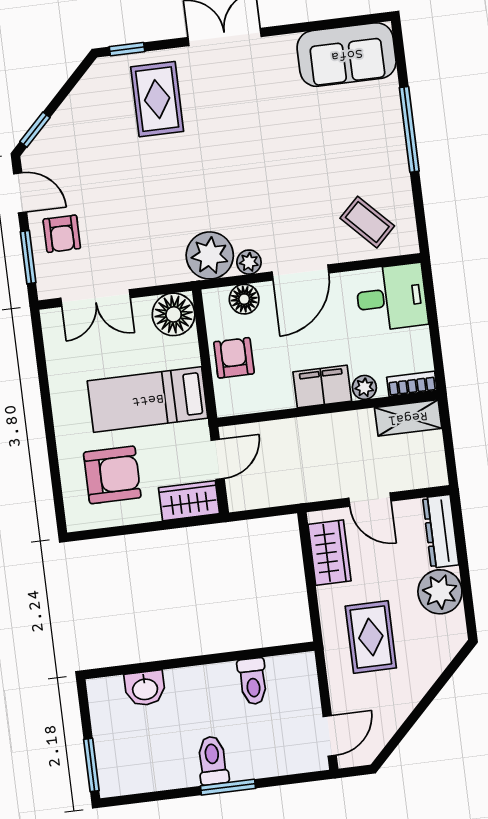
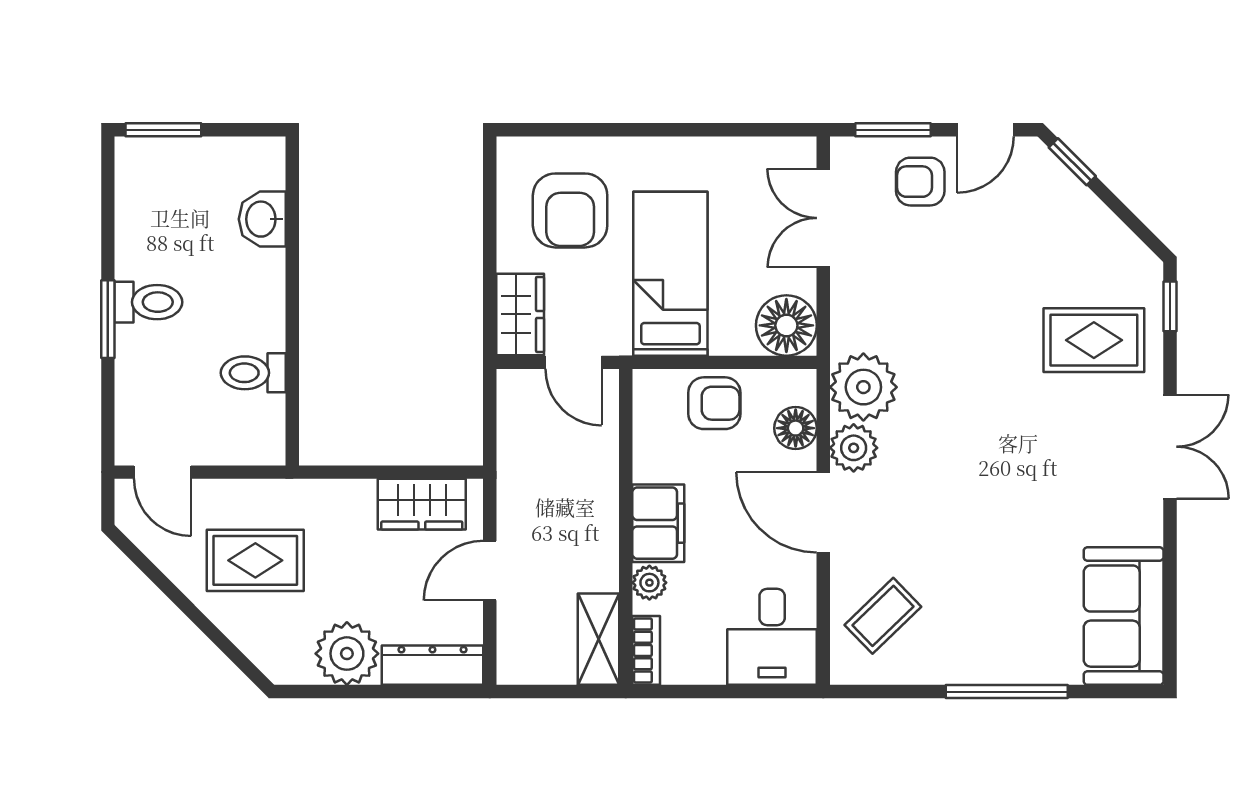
plant: (249, 262) -> (854, 448), width x1.38, depth x1.38
rug: (371, 637) -> (255, 560), moved

